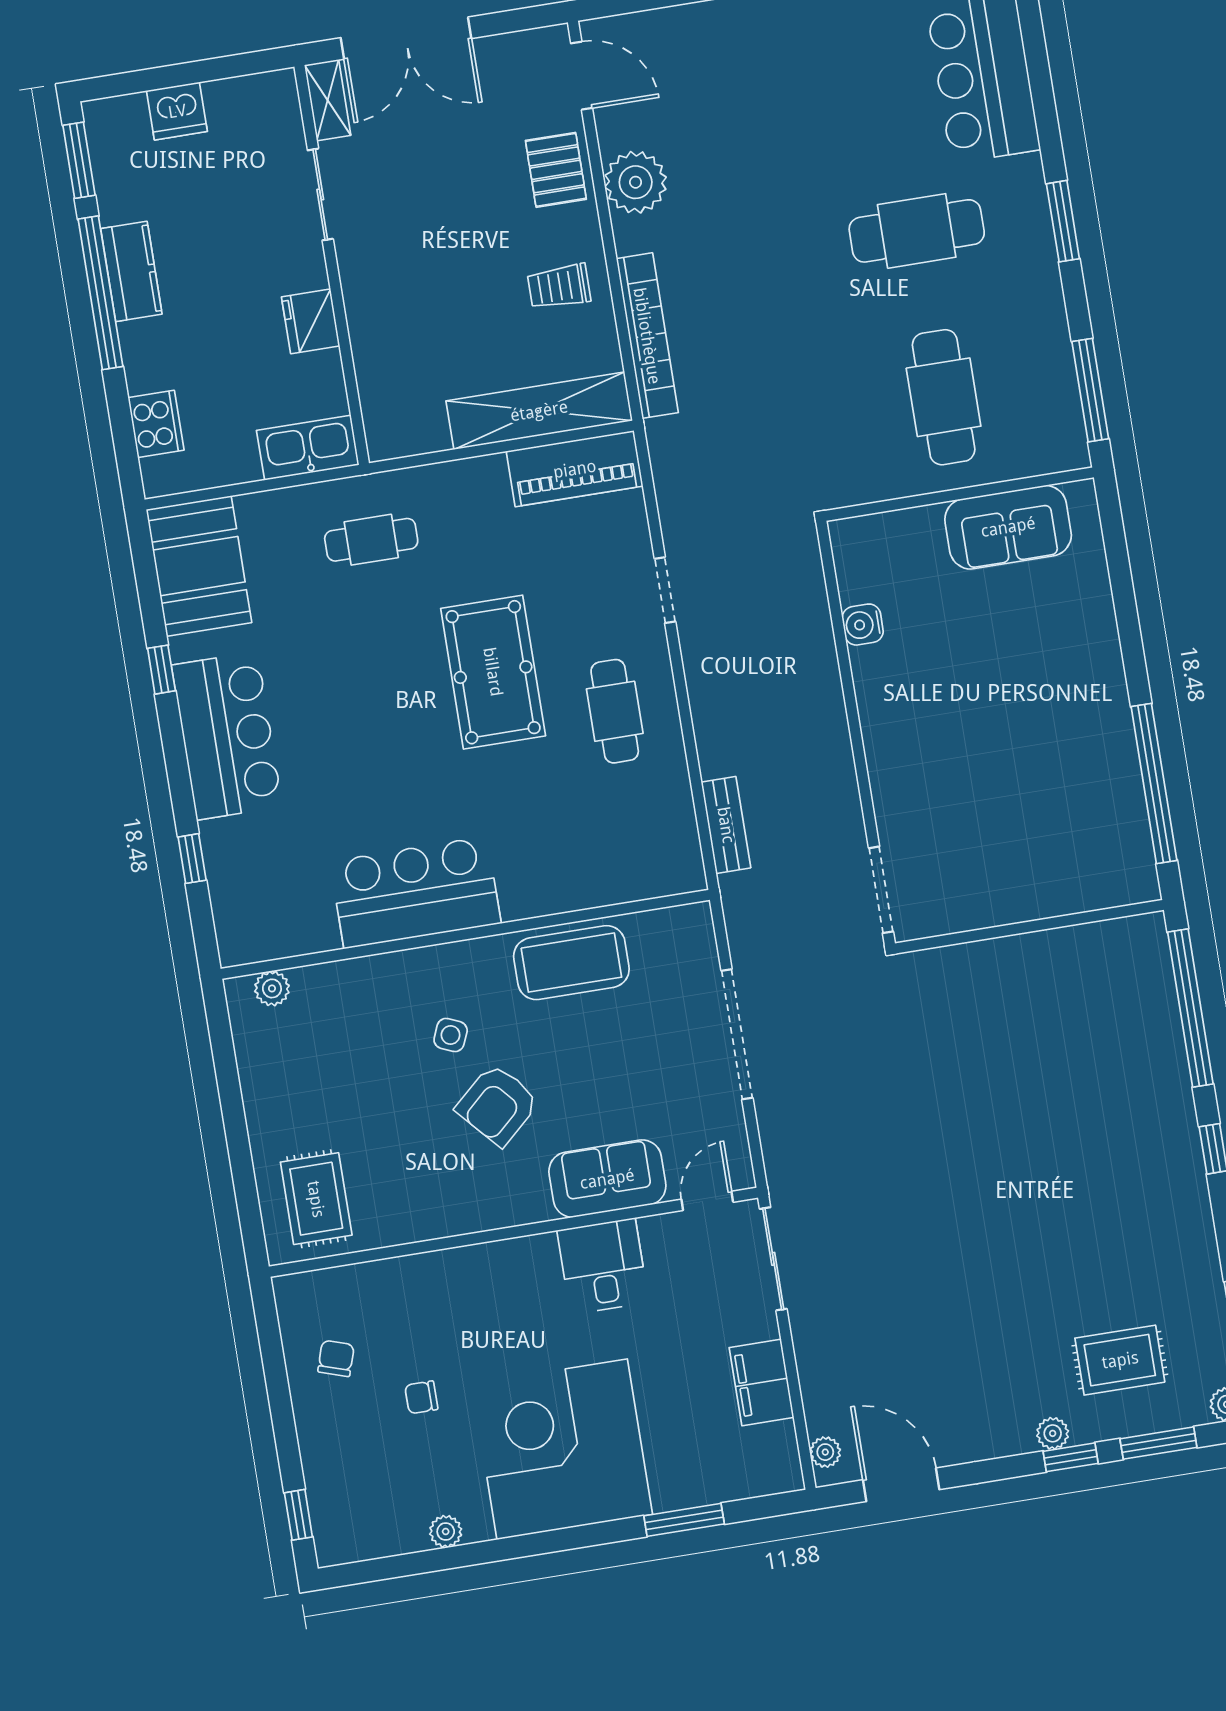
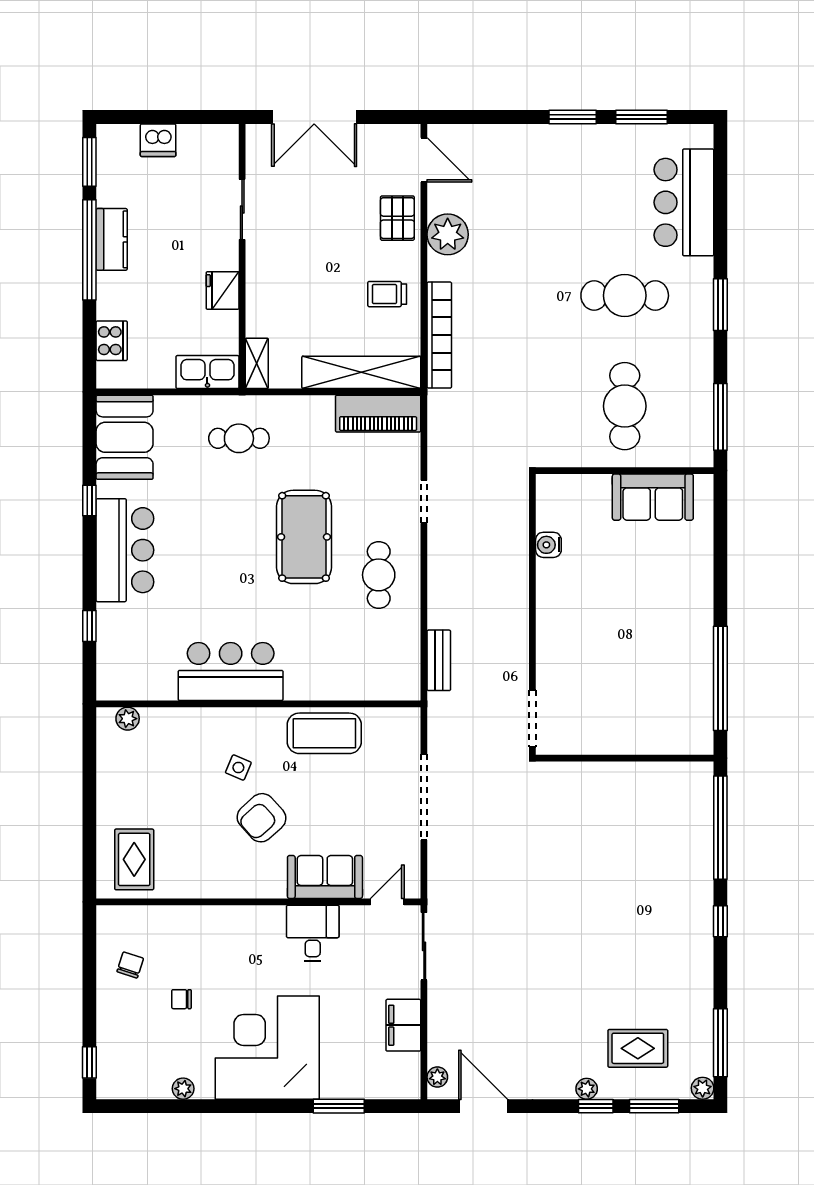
shelving: (328, 100) -> (257, 363), moved

